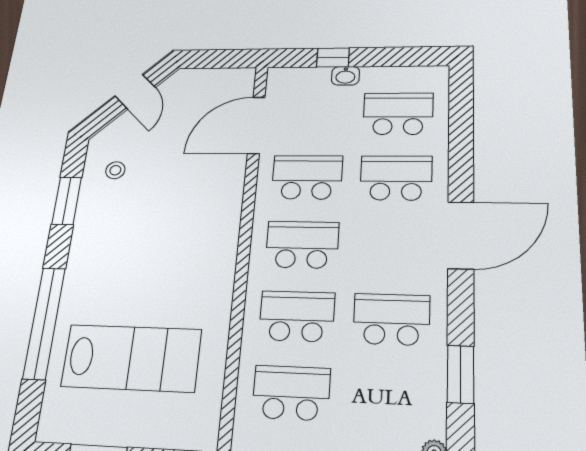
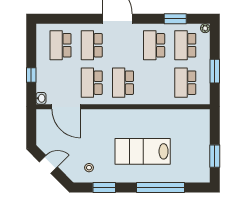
washbasin: (345, 76) -> (41, 98), moved
school desk: (297, 316) -> (185, 45), moved
lab bench: (131, 358) -> (143, 151), moved, turned -90

